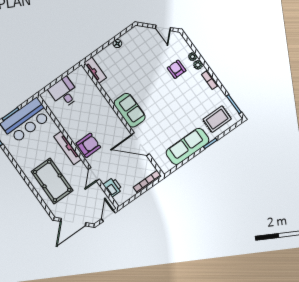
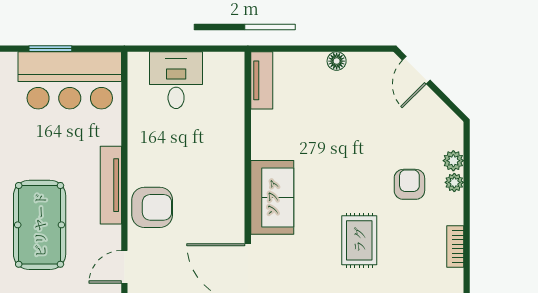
door: (163, 28) -> (416, 70), moved
plant: (198, 65) -> (453, 161), moved
rug: (173, 103) -> (359, 240), added

